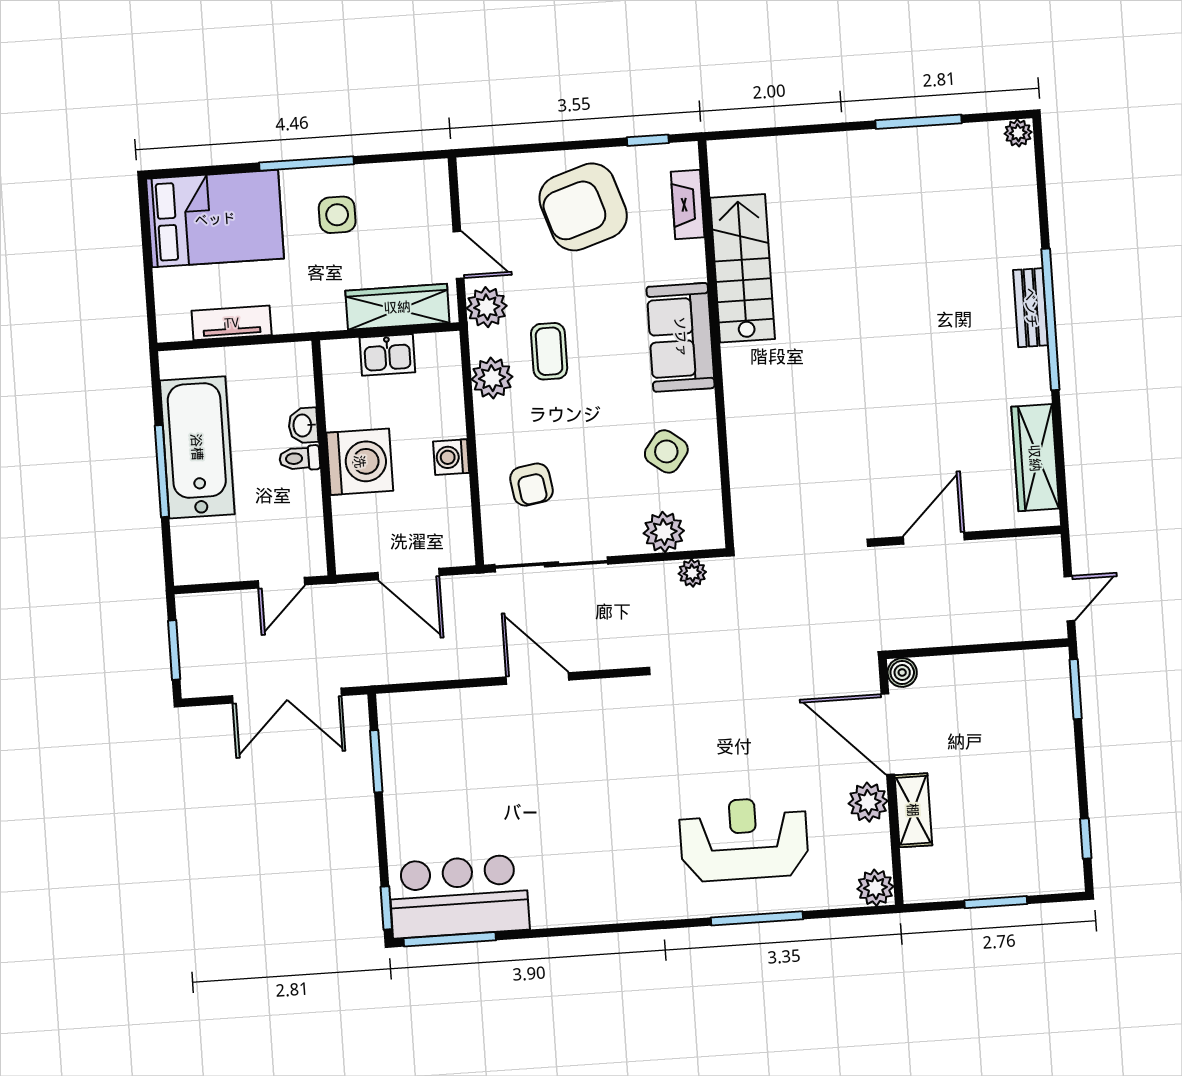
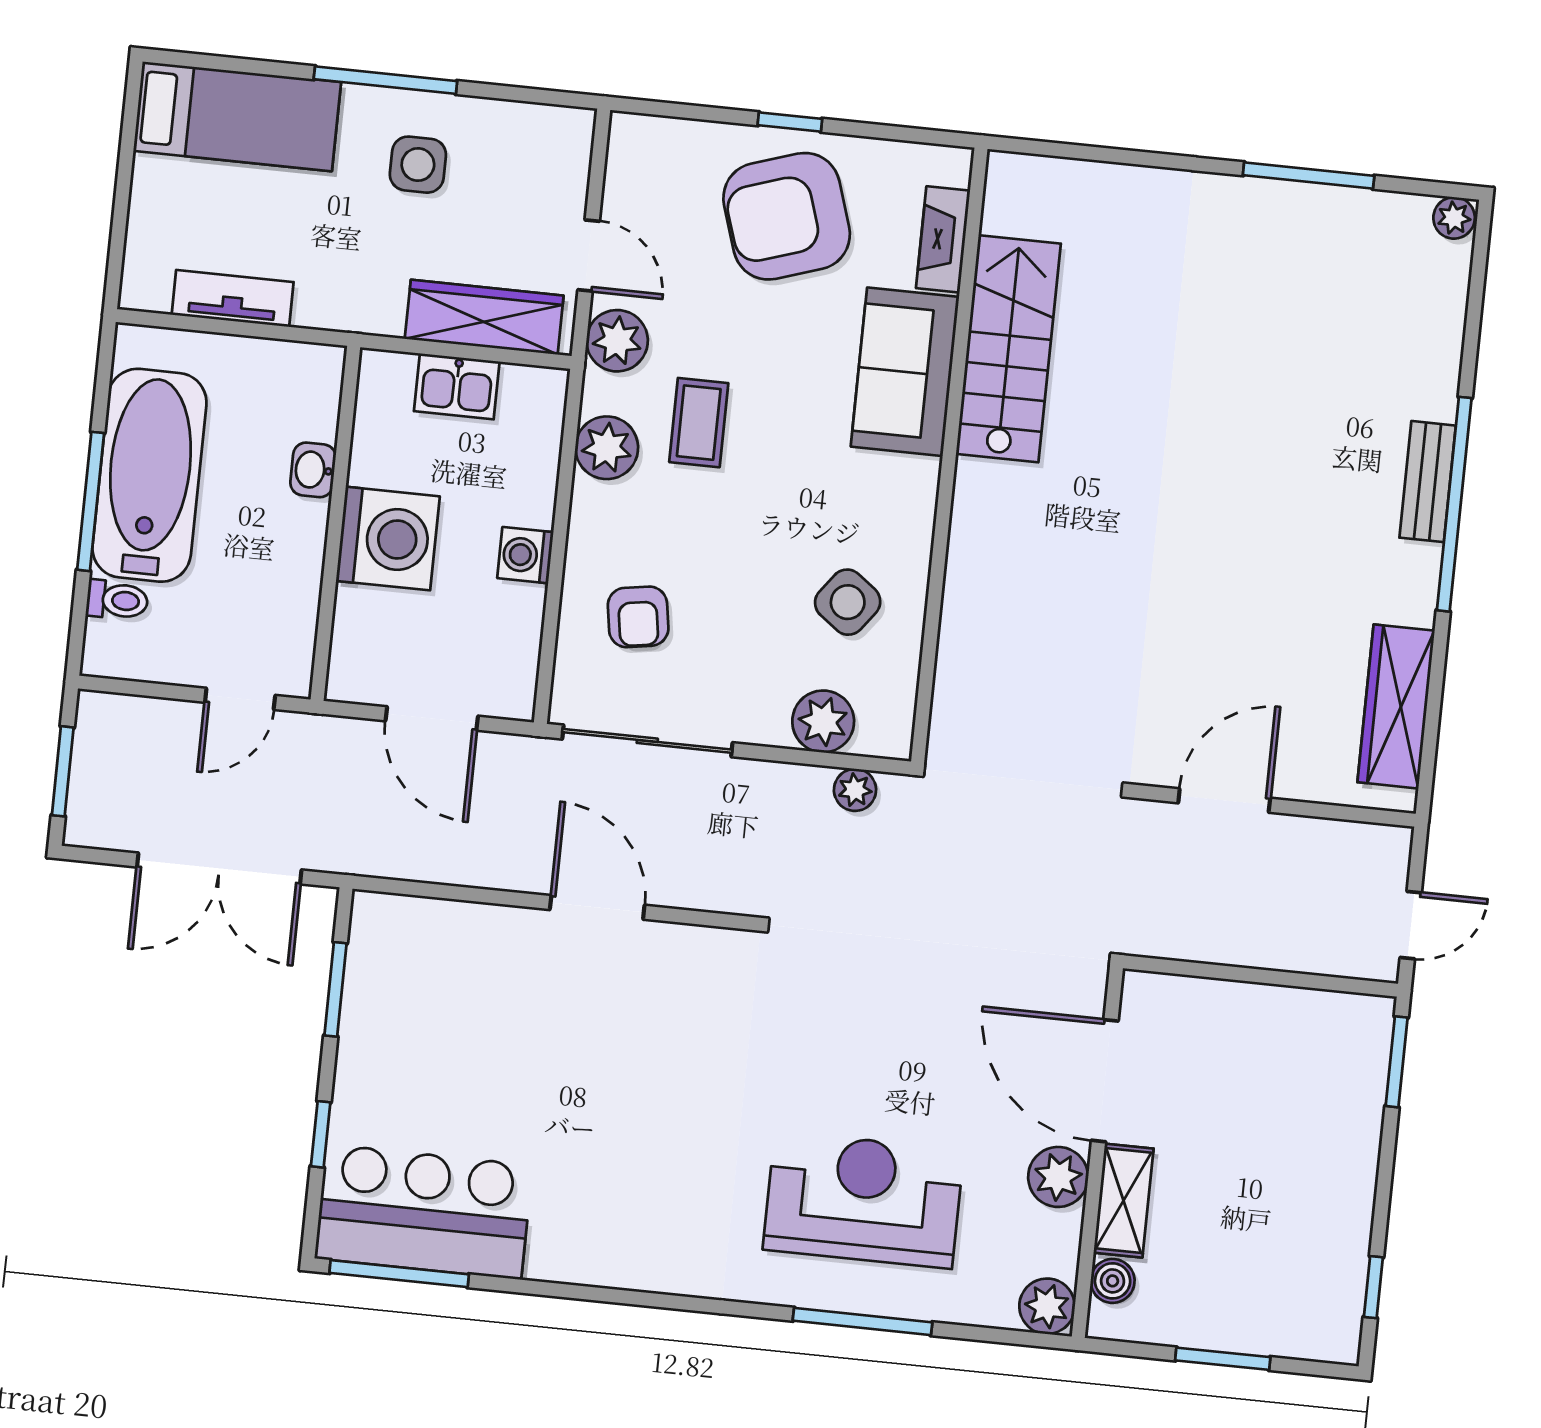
window: (648, 140) -> (790, 122), moved
bed: (215, 219) -> (237, 116), width x0.67
sofa: (681, 337) -> (905, 372), moved
toilet: (300, 458) -> (117, 600), moved, turned 180
boiler: (902, 673) -> (1113, 1281), moved
window: (386, 908) -> (321, 1134), moved

